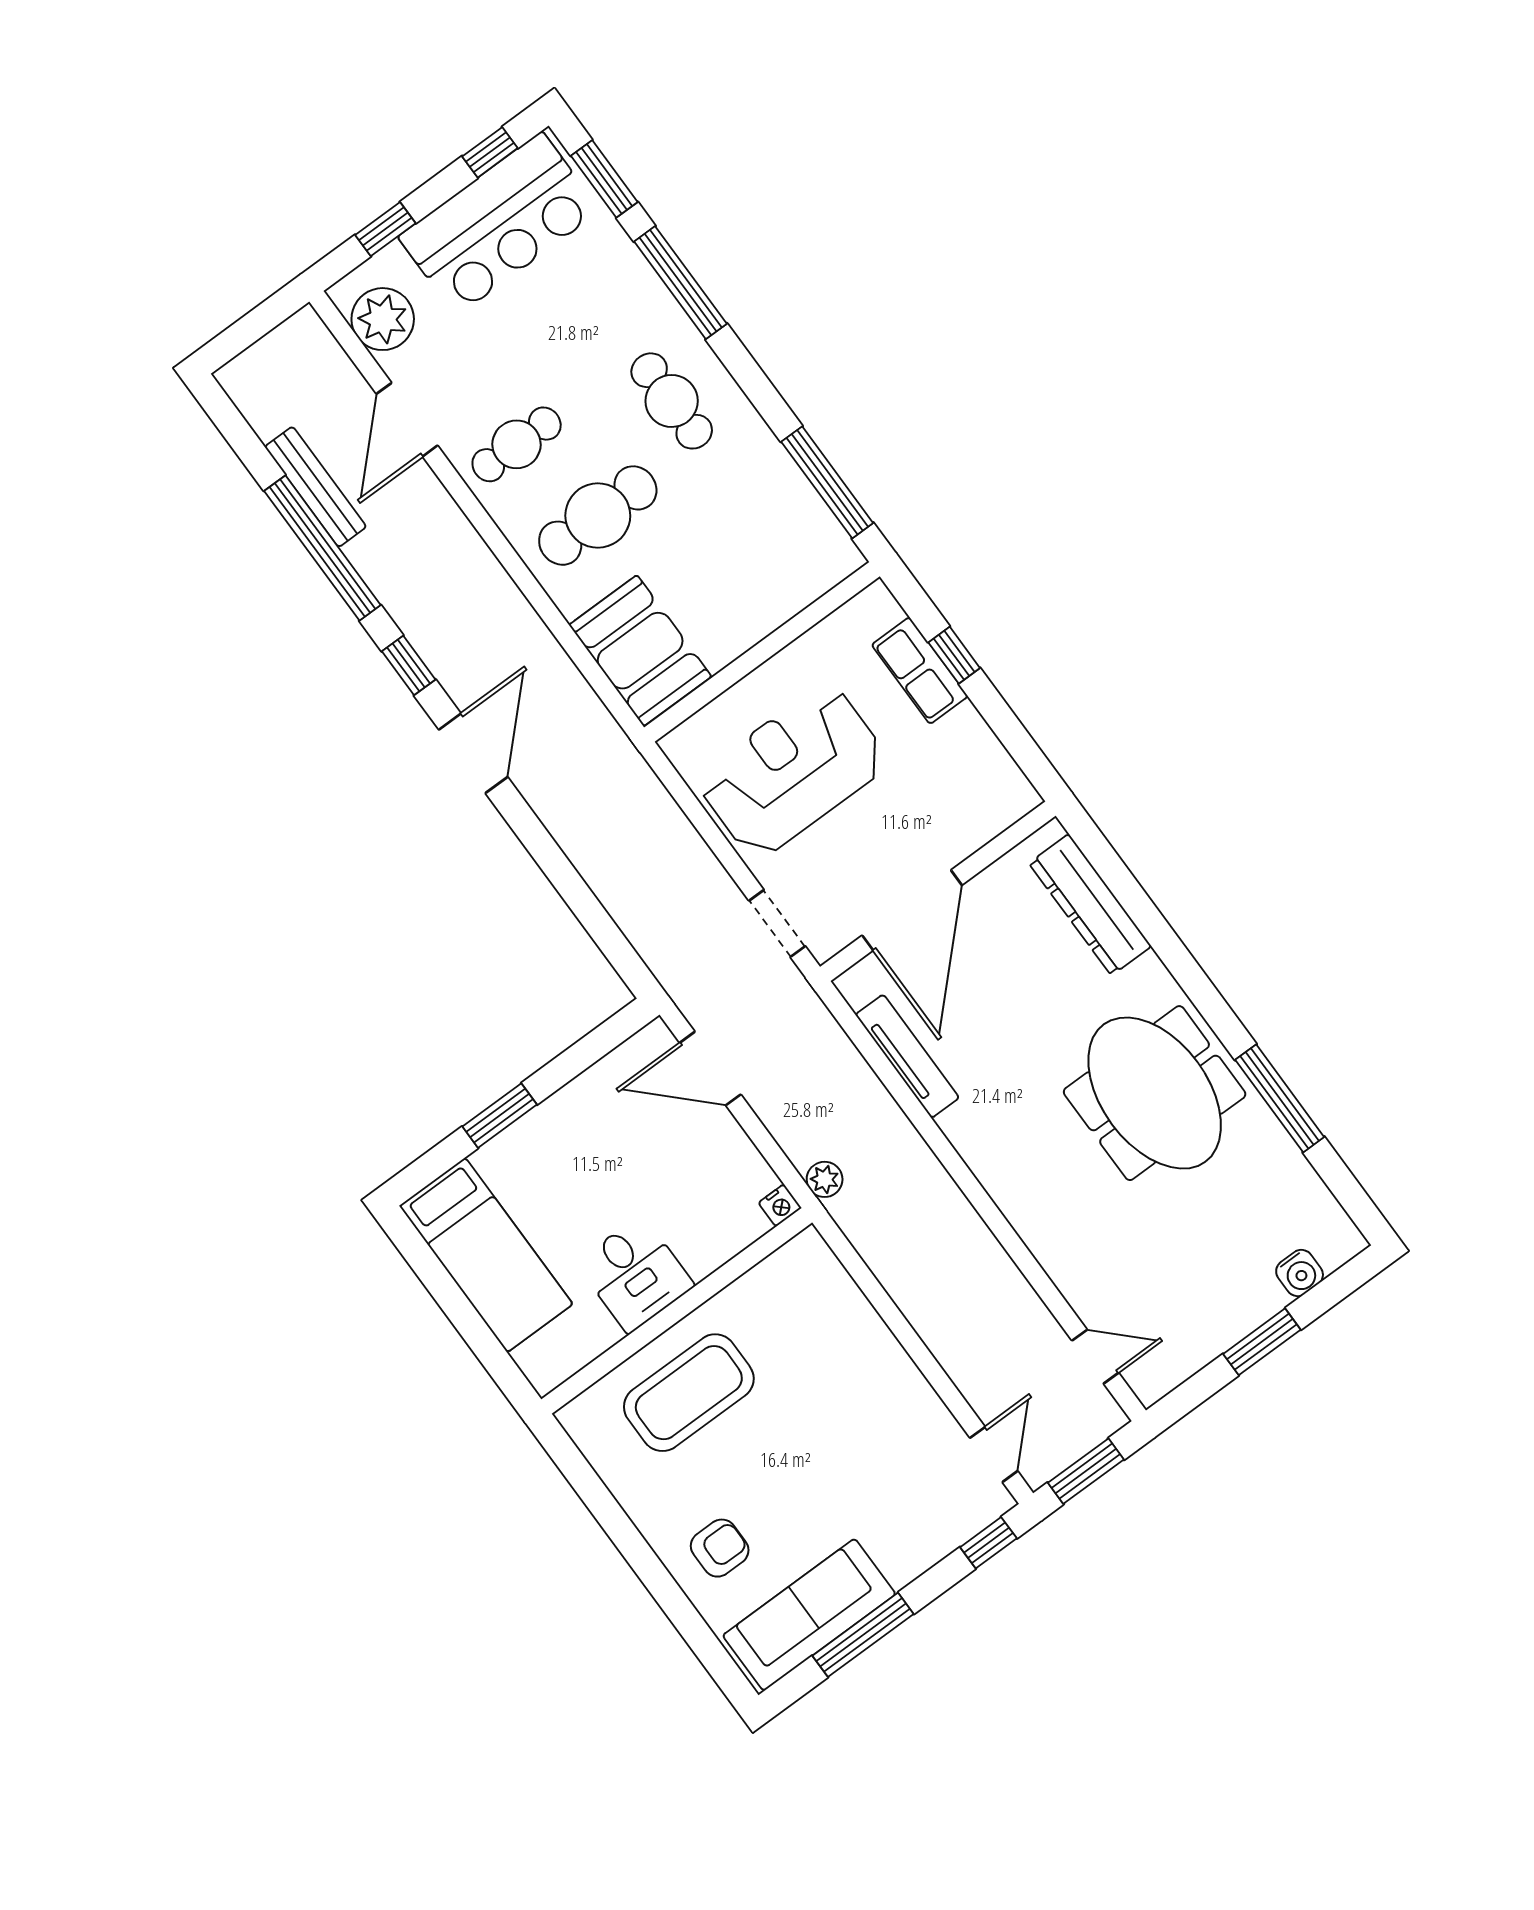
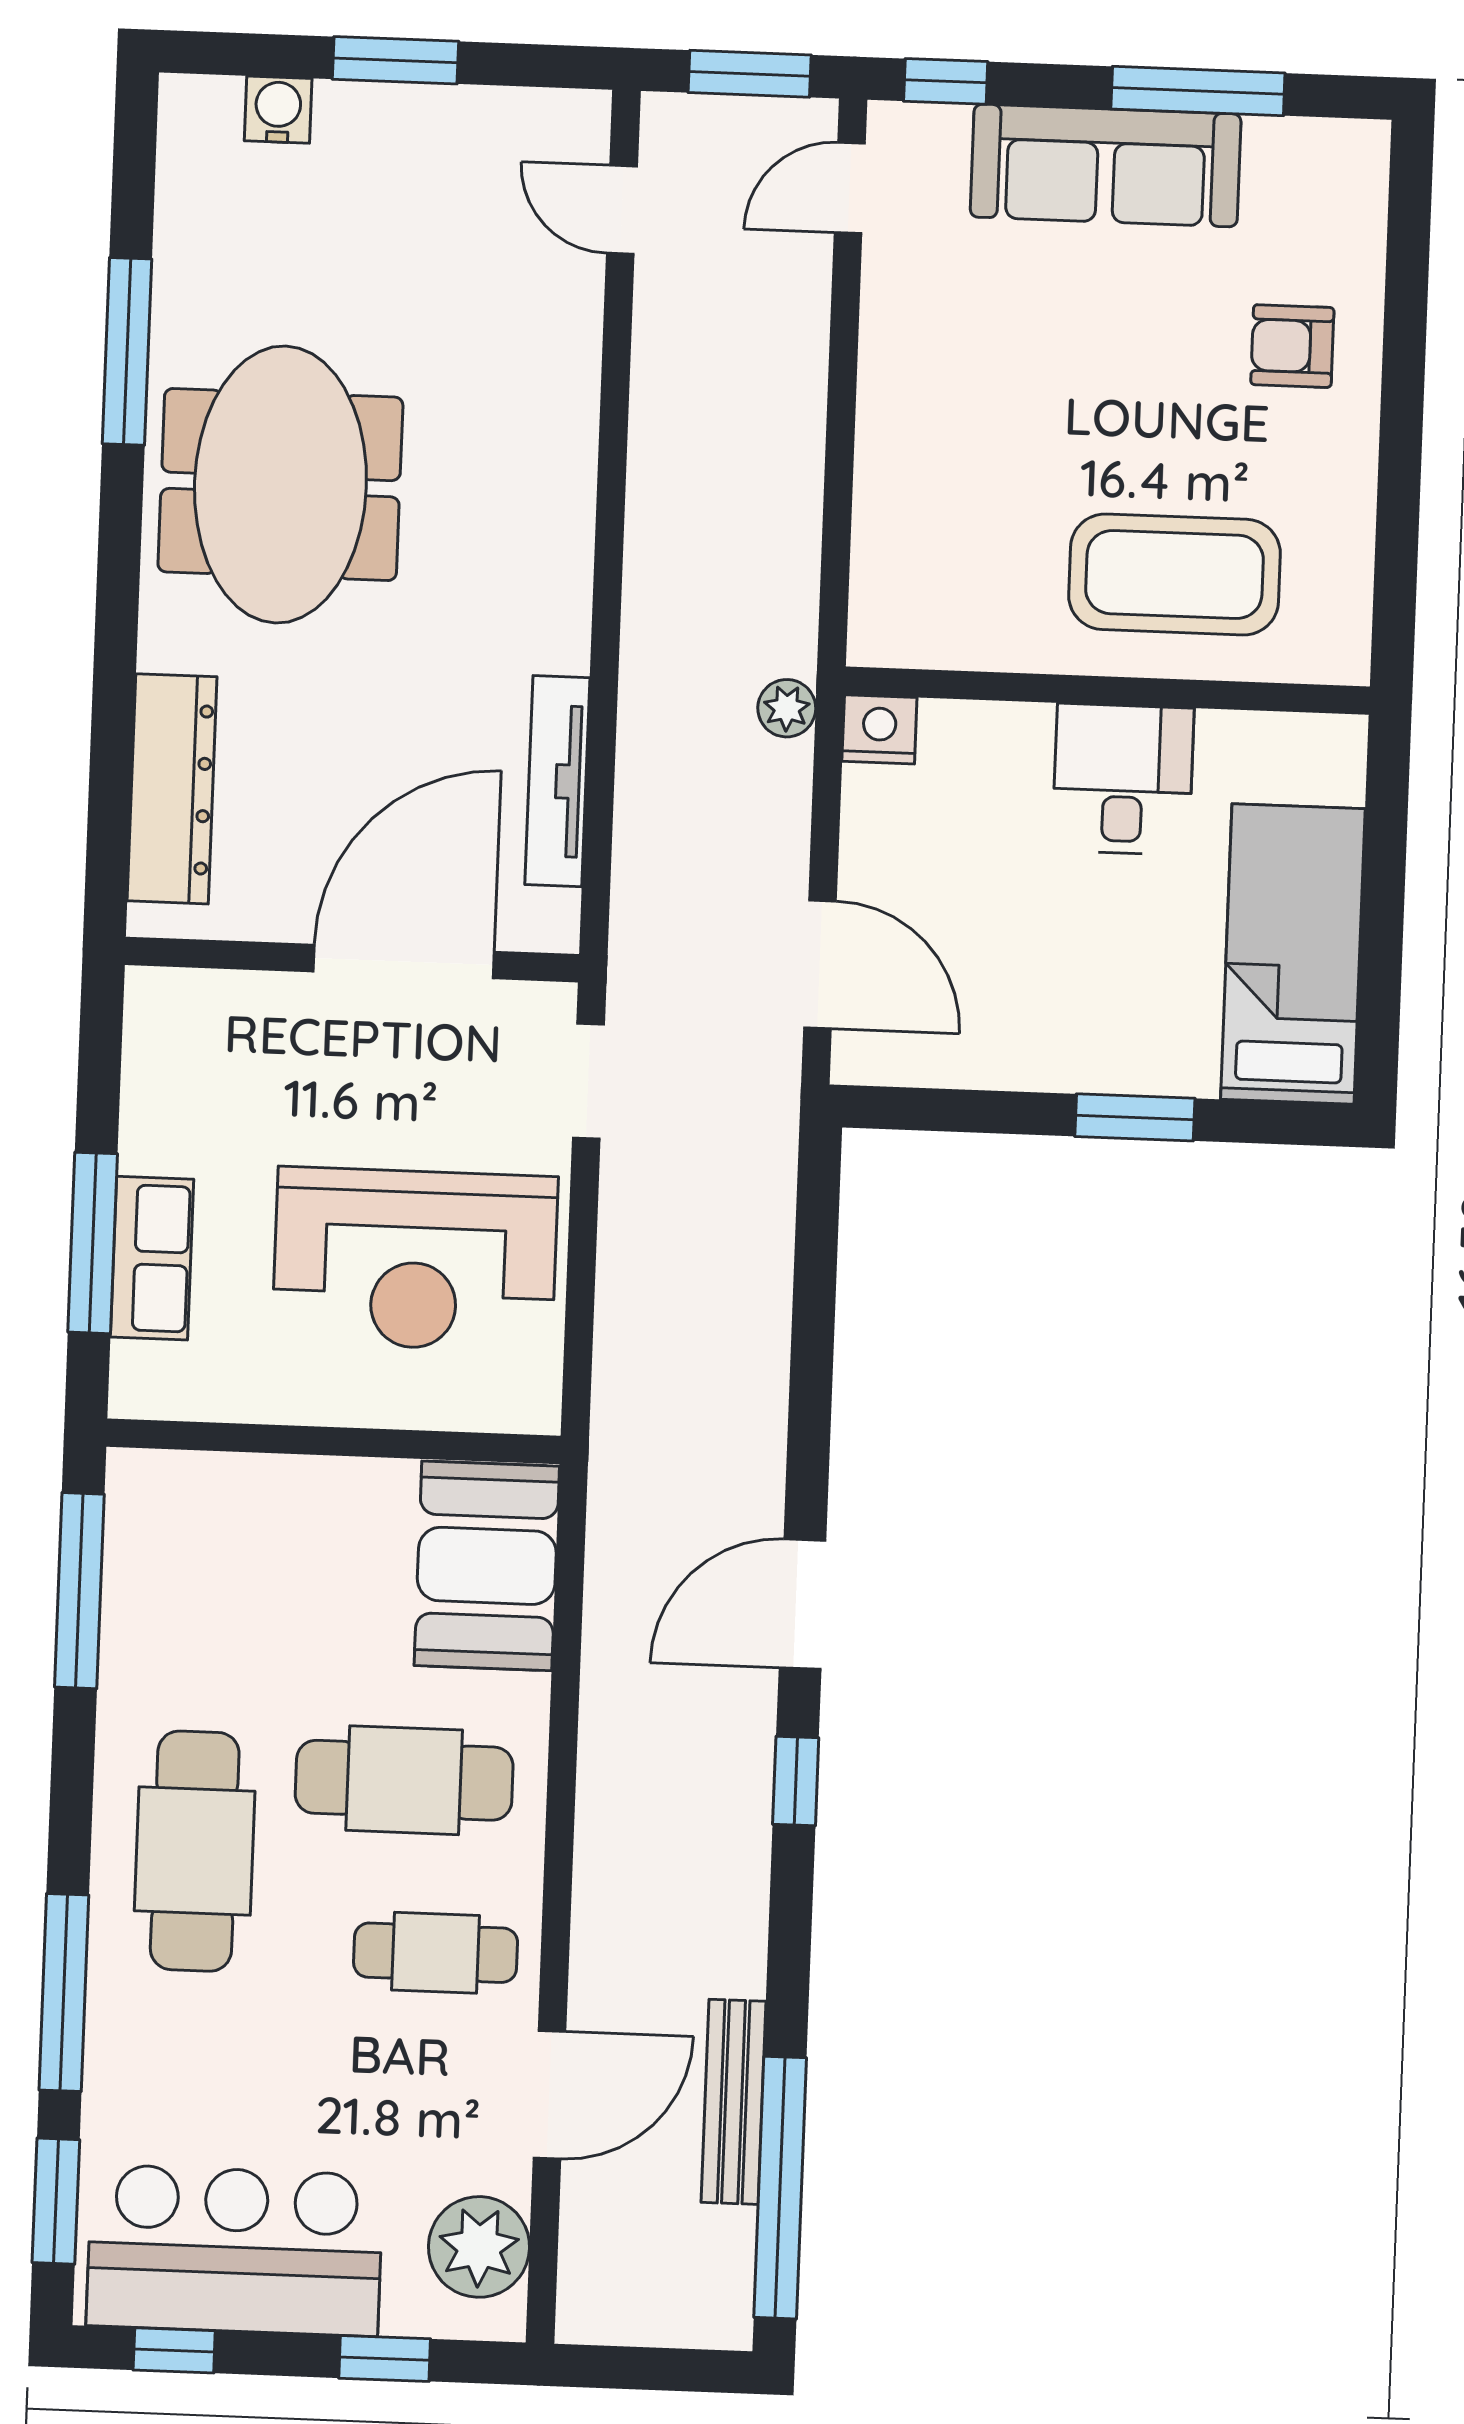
cafe table: (672, 401) -> (195, 1851), width x1.37, depth x1.35
window: (322, 548) -> (780, 2188), moved
window: (954, 655) -> (93, 1243), width x2.17
nightstand: (780, 1205) -> (879, 729), width x1.39, depth x1.35
sofa: (809, 1615) -> (1106, 165), moved

